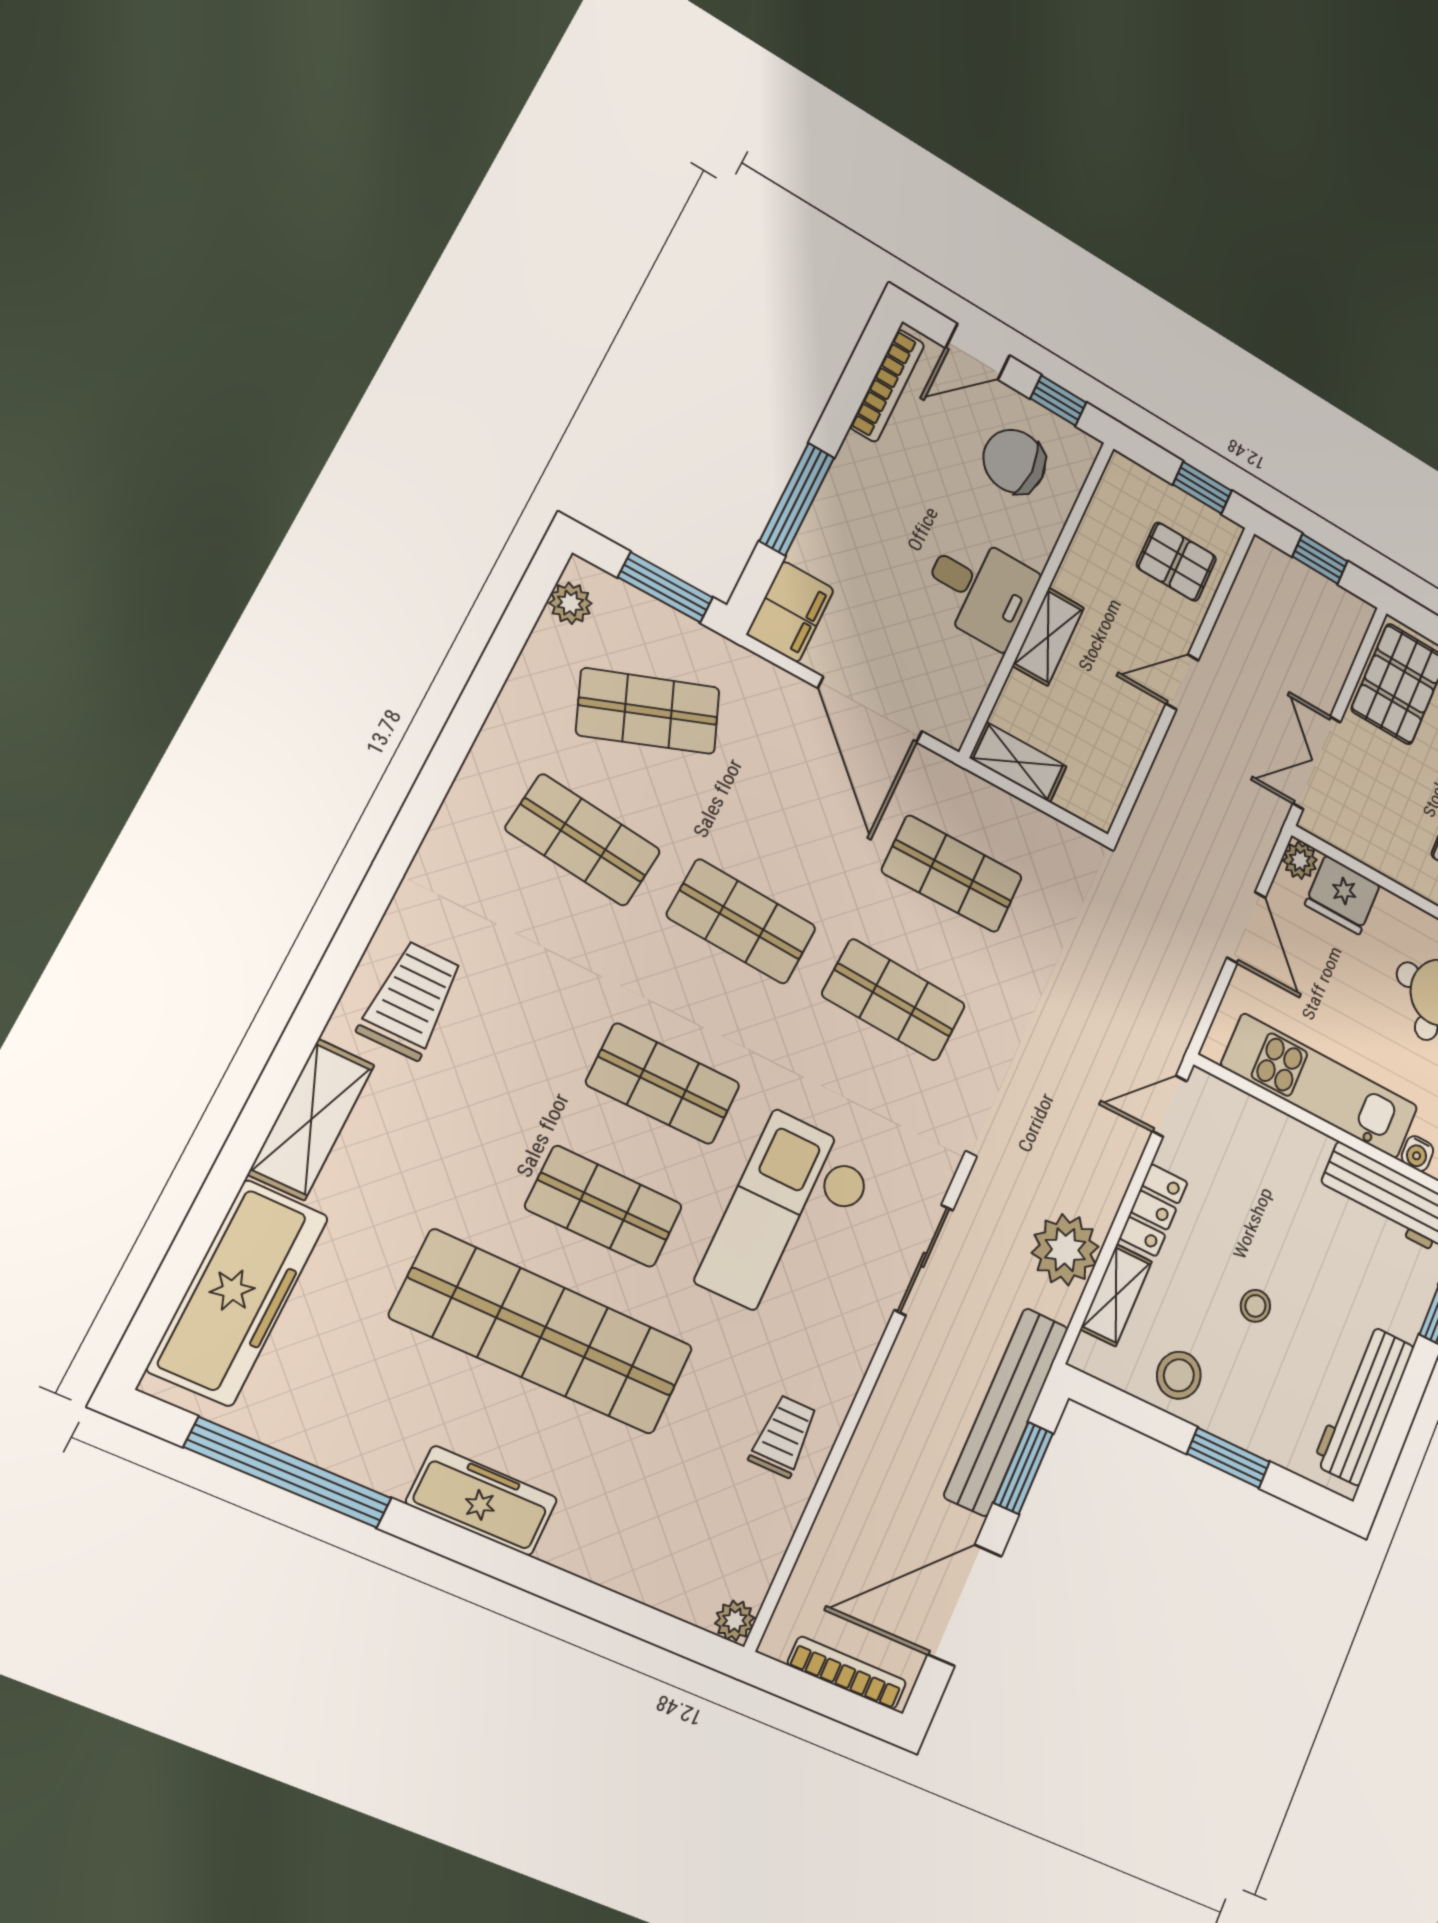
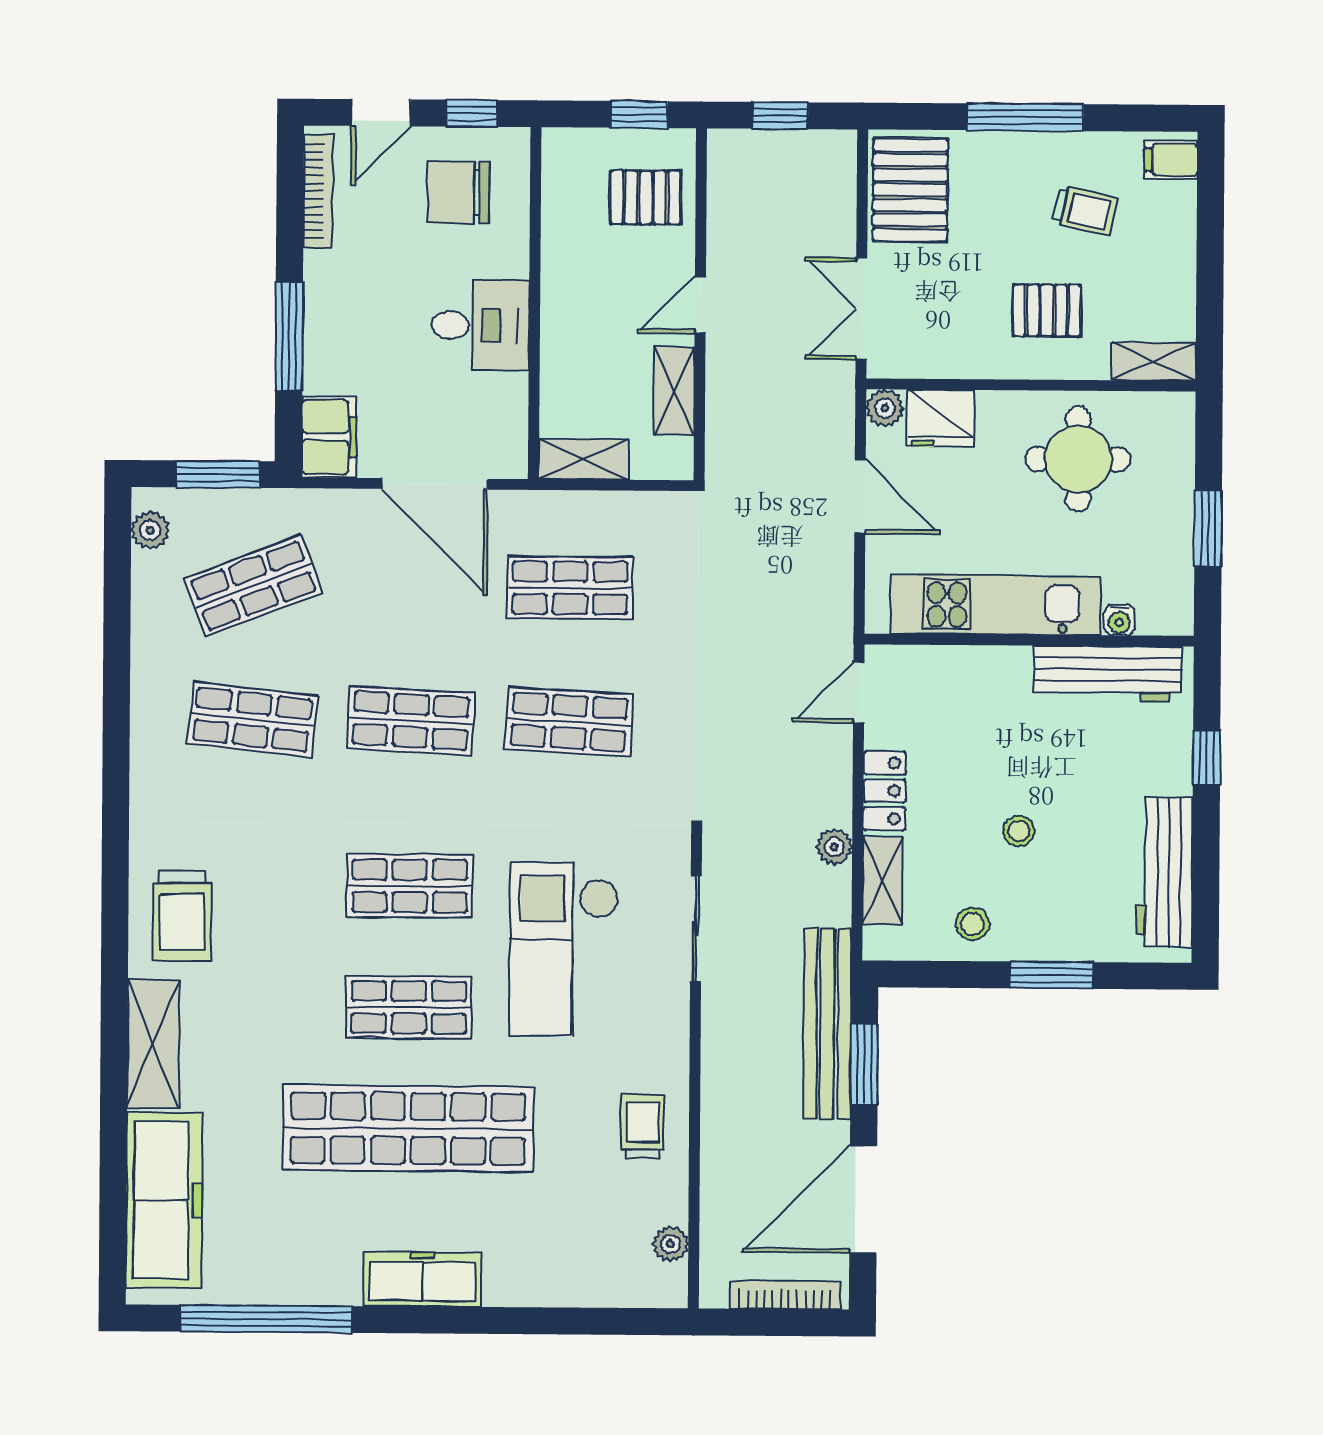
shelving: (1048, 637) -> (674, 391), moved
trolley: (411, 1000) -> (182, 916), turned 180
plant: (1065, 1250) -> (834, 847), width x0.53, depth x0.53
stool: (1179, 1375) -> (973, 924), width x0.73, depth x0.73
plant: (735, 1621) -> (671, 1244), moved

